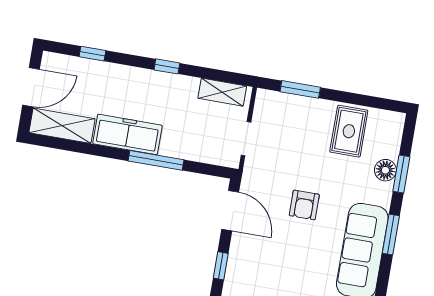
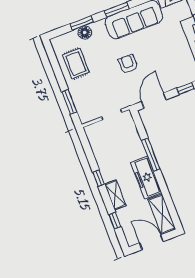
shelving: (222, 92) -> (115, 195), moved
rug: (349, 131) -> (76, 64), turned 90
armchair: (304, 205) -> (128, 64), turned -90

